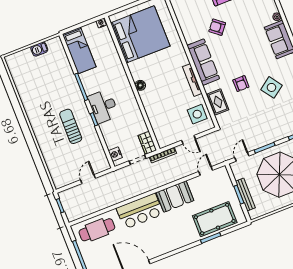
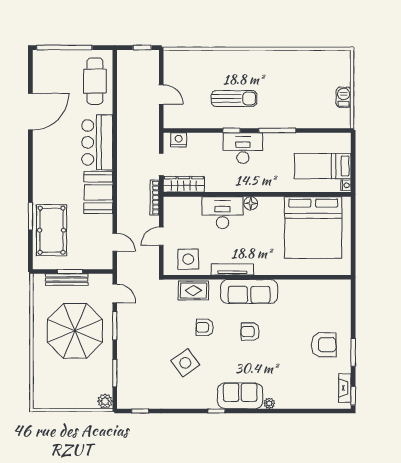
armchair: (217, 27) -> (250, 332), moved, turned -129
bed: (79, 50) -> (323, 166), moved
desk: (155, 103) -> (222, 213), added
wardrobe: (147, 143) -> (184, 184), width x1.50

